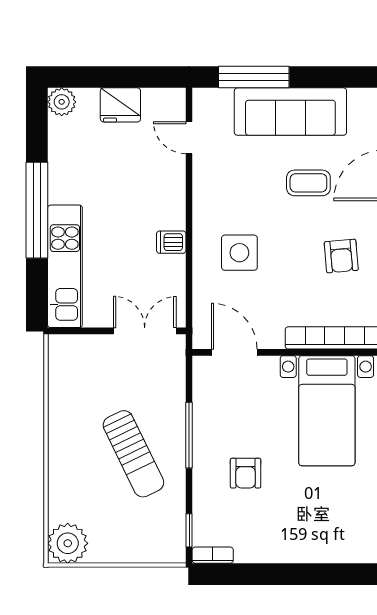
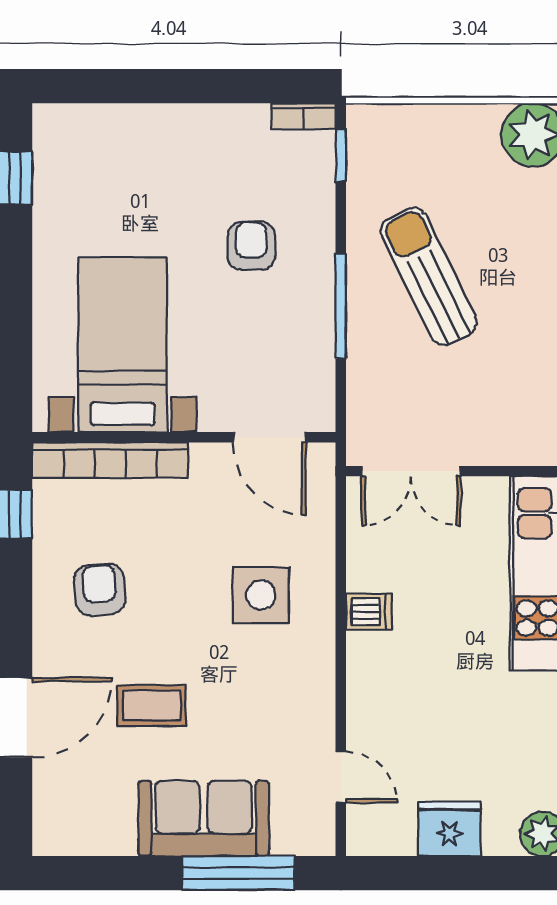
sofa: (290, 112) -> (204, 818), width x0.73

